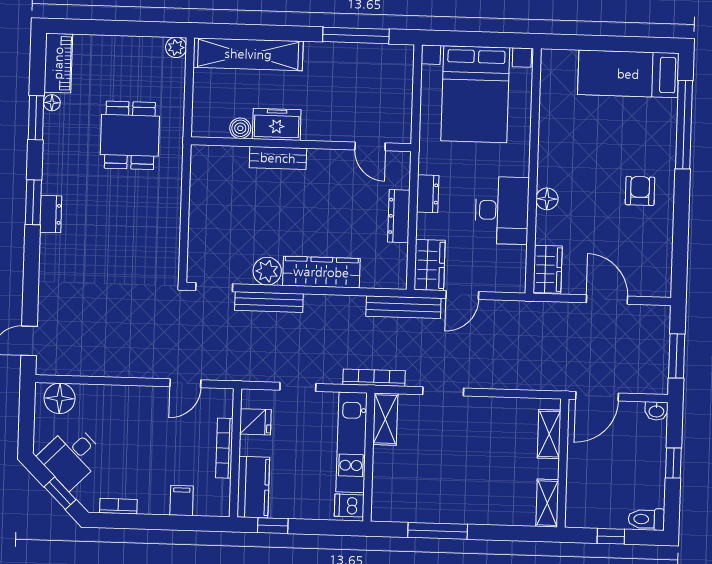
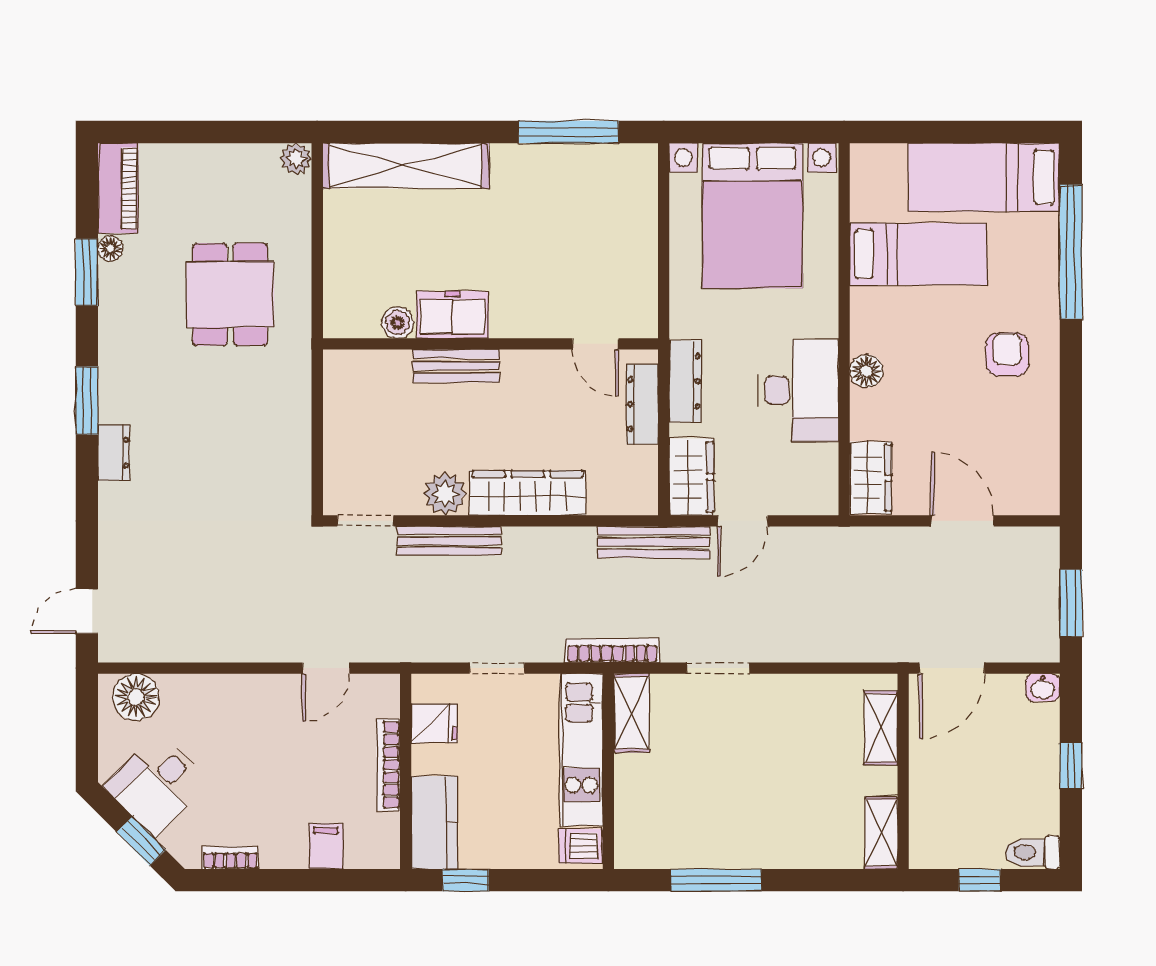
bed: (584, 123) -> (918, 254), added
freezer: (277, 124) -> (452, 315), moved
boiler: (240, 128) -> (397, 323), moved
wall: (301, 144) -> (490, 344), moved
door: (370, 146) -> (595, 344), moved
bench: (278, 158) -> (456, 366), moved
dresser: (428, 194) -> (685, 381), width x1.44
dresser: (51, 214) -> (114, 453), moved

